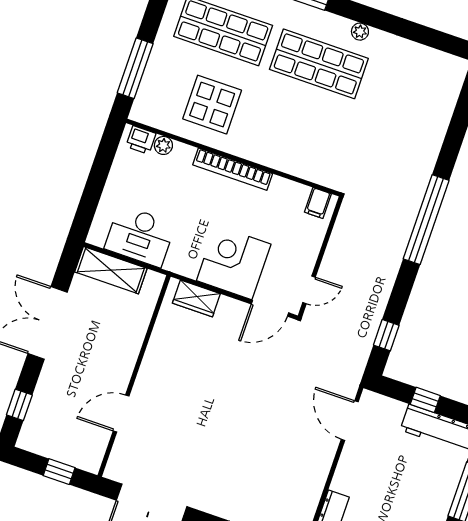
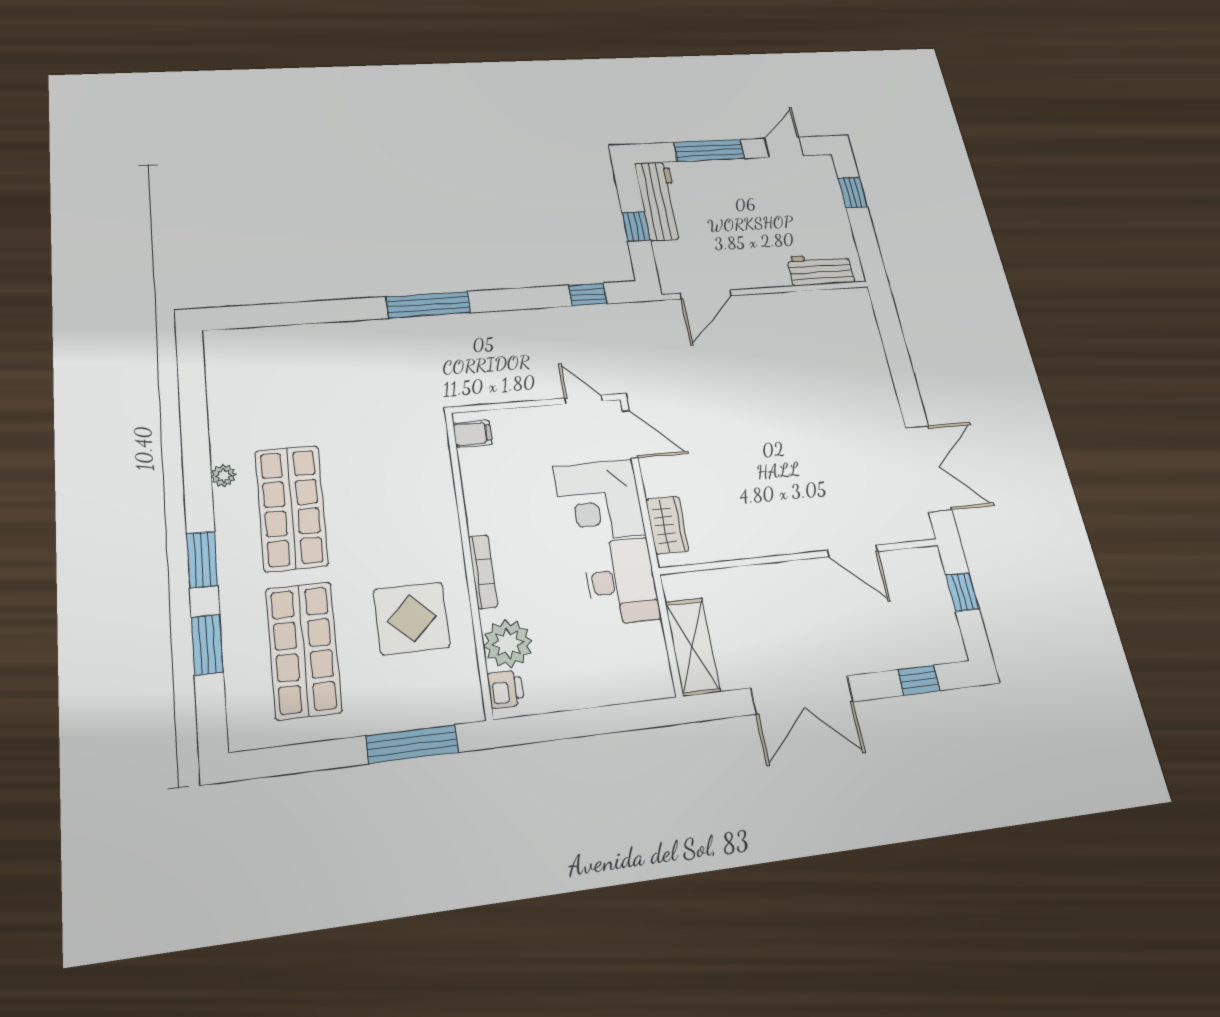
plant: (163, 145) -> (508, 643), width x1.88, depth x1.88
bookcase: (233, 169) -> (483, 572), width x0.68, depth x0.76
window: (426, 220) -> (428, 305), width x0.68
desk: (140, 236) -> (621, 581), moved

